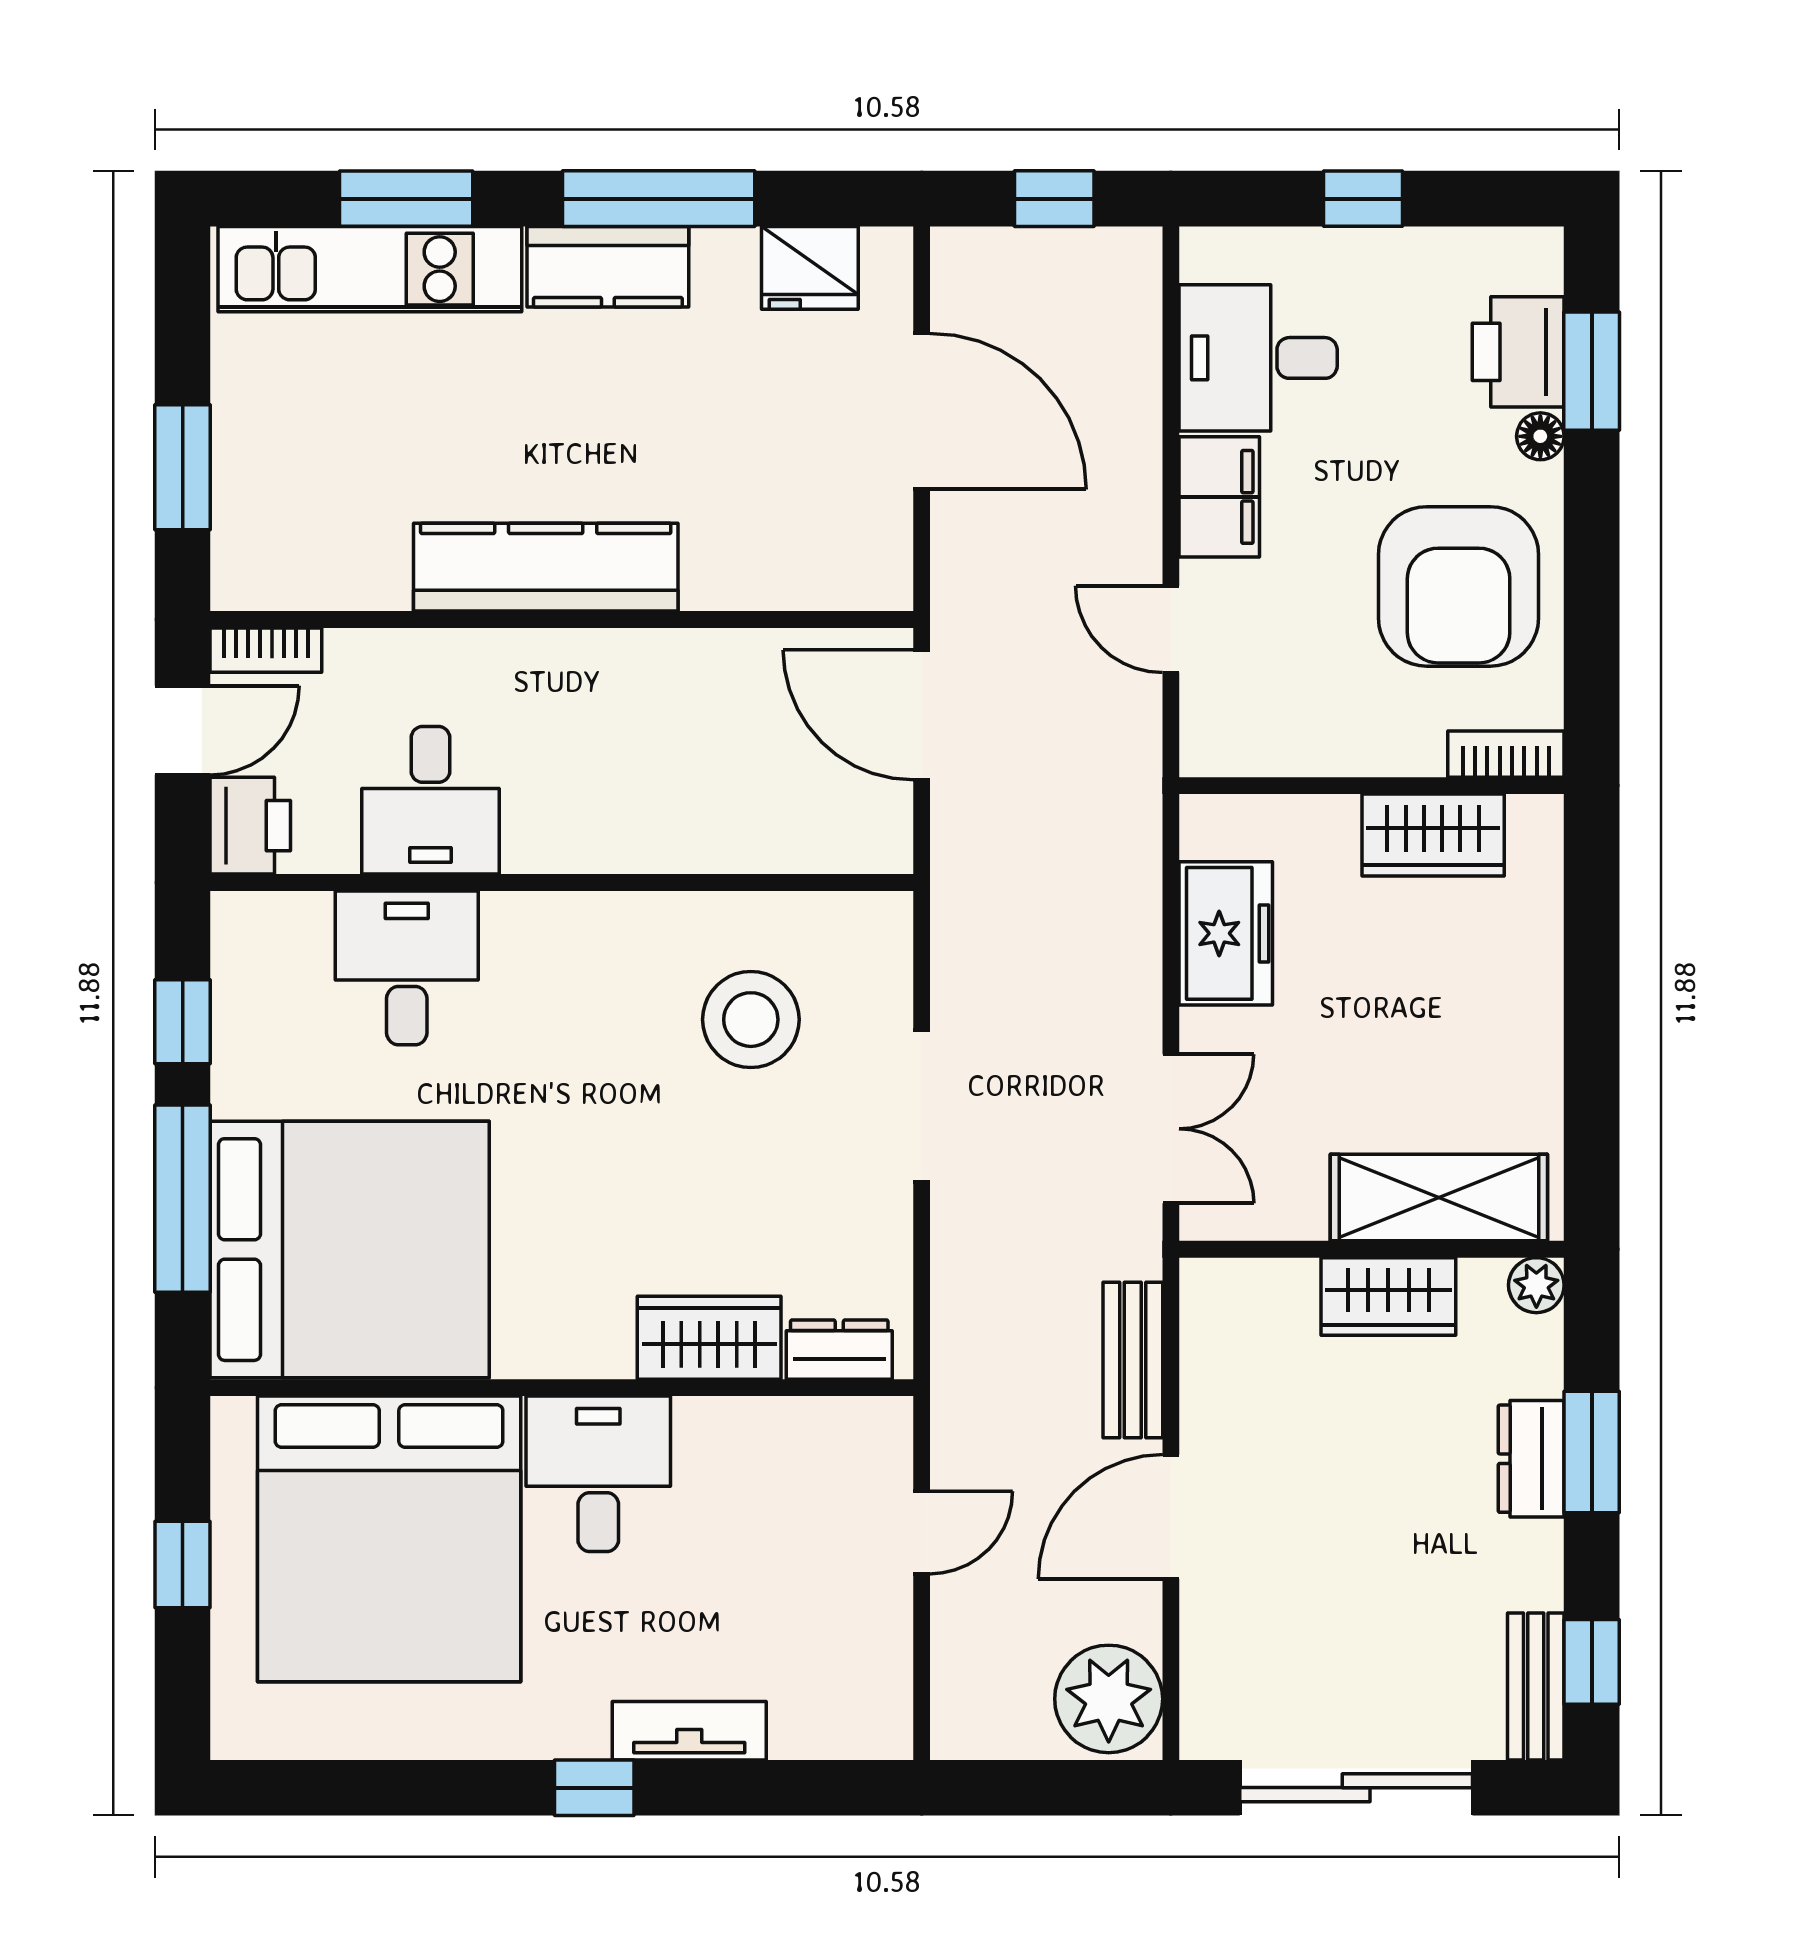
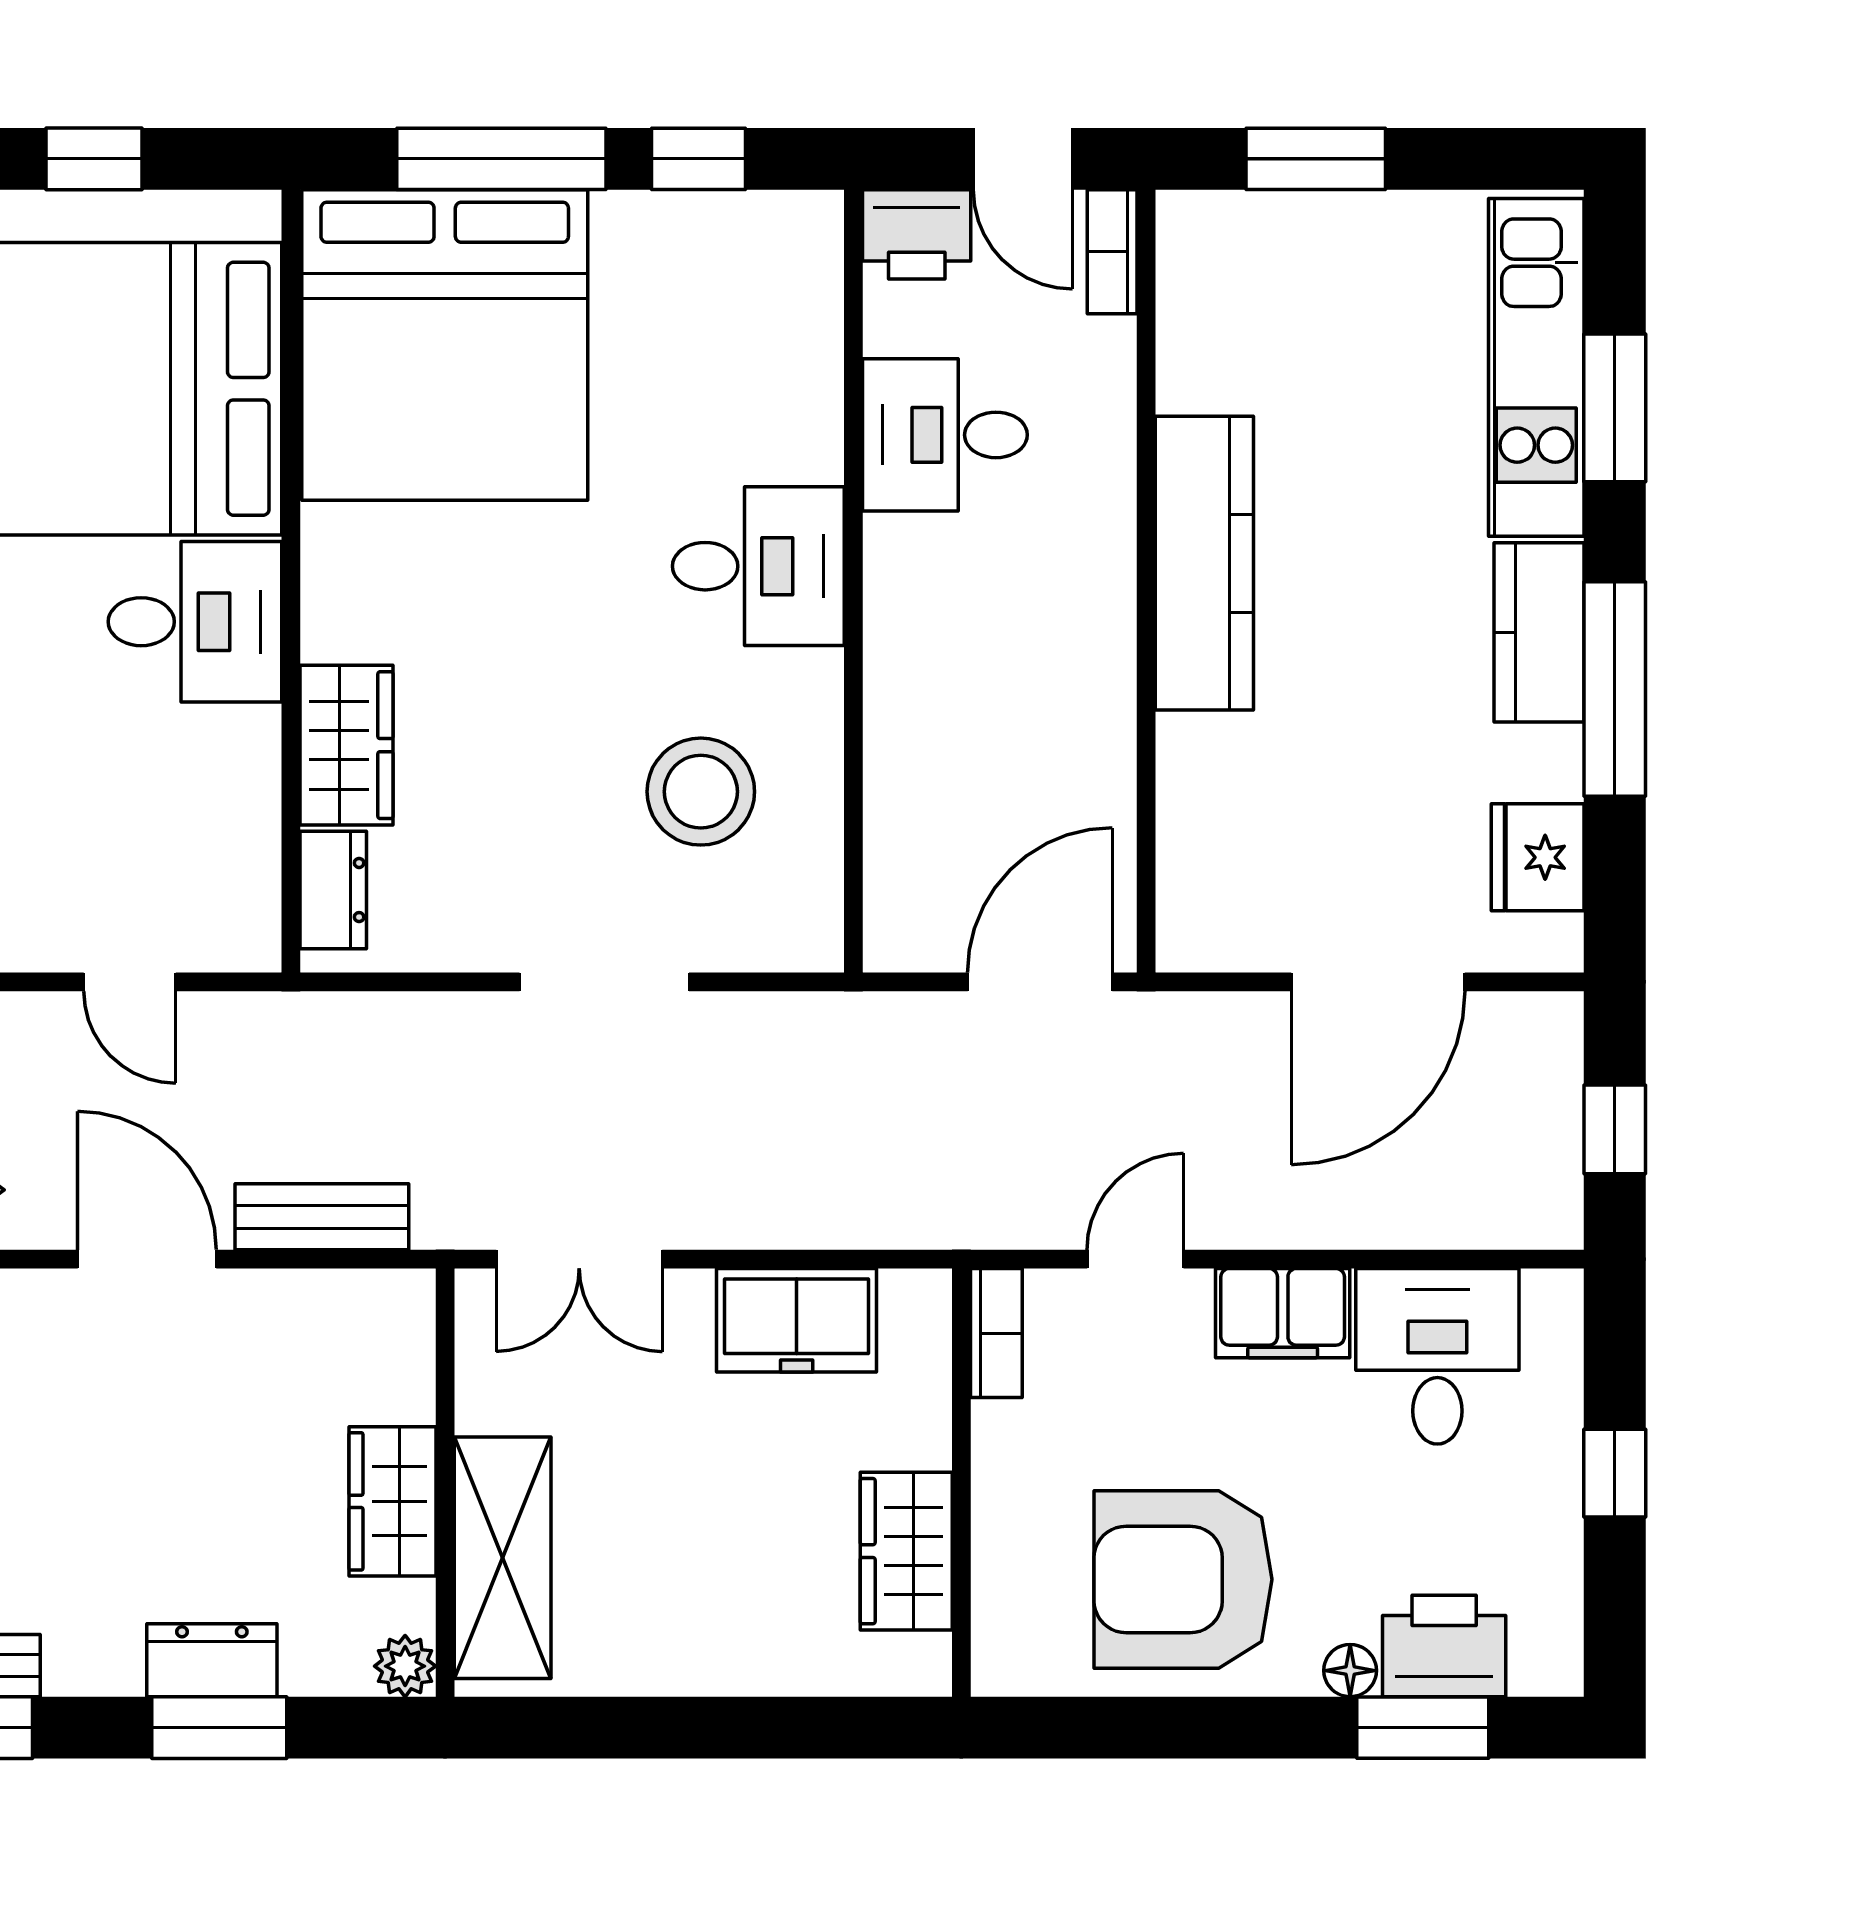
bookcase: (1506, 754) -> (996, 1333), moved
desk: (407, 968) -> (758, 566), moved

